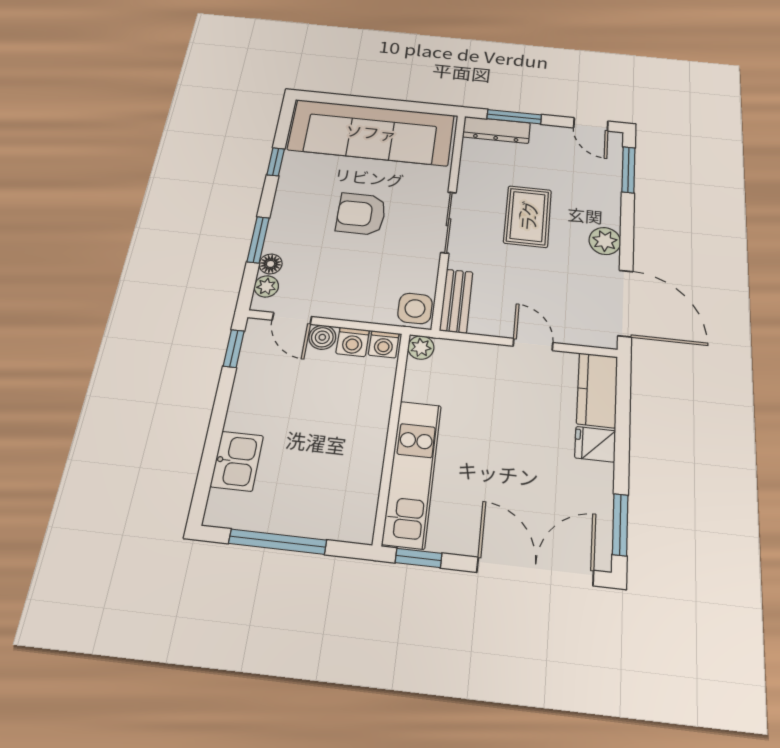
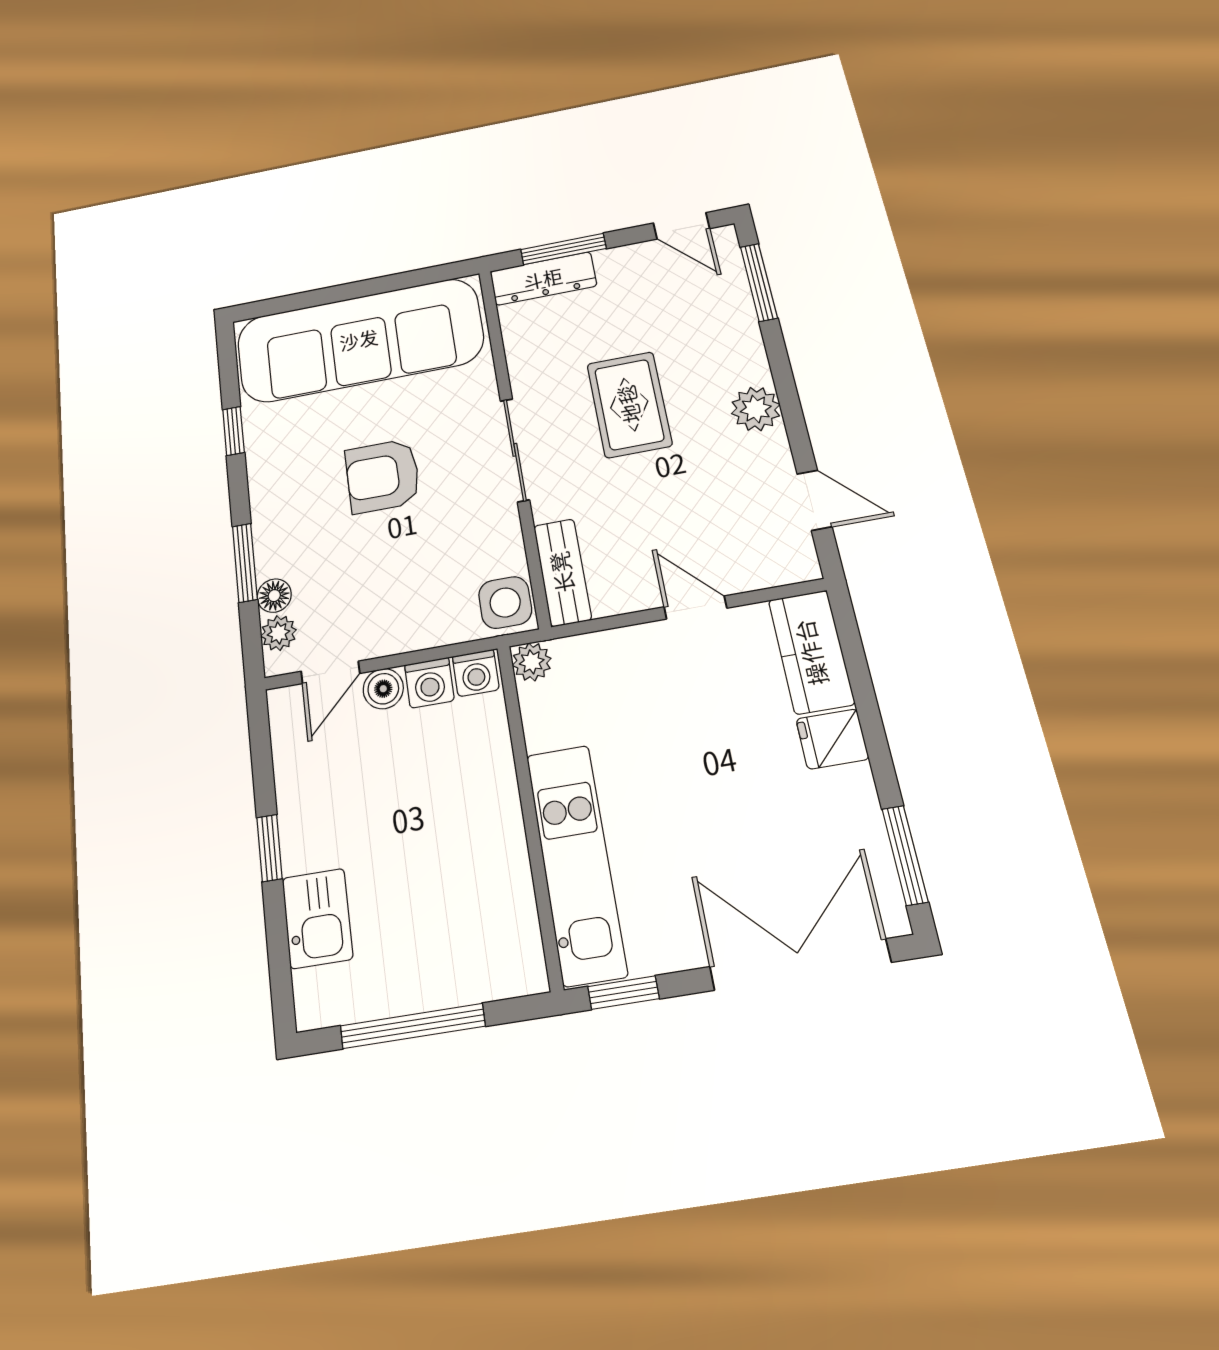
door: (625, 303) -> (814, 500), width x0.53
door: (292, 318) -> (330, 672), hinge flipped
window: (234, 348) -> (269, 848), moved

